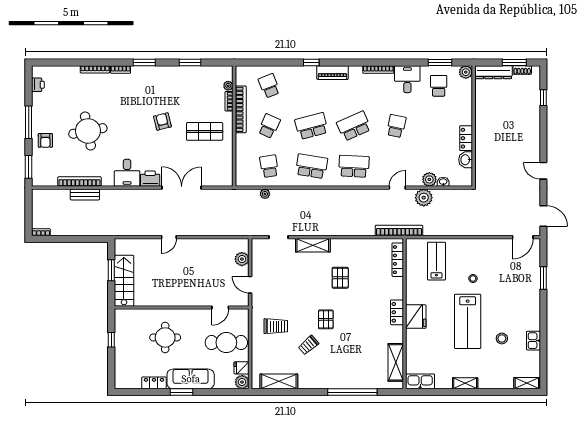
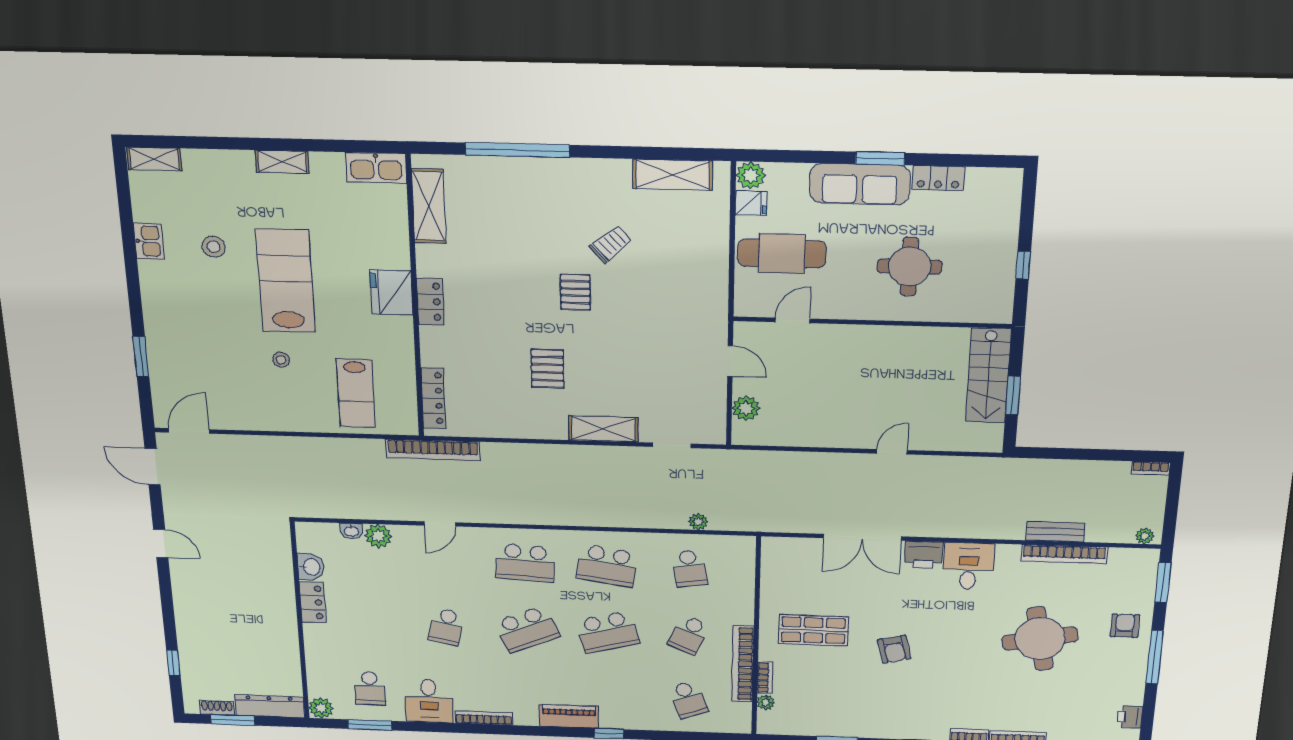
plant: (424, 198) -> (1145, 536), moved, width x0.53, depth x0.53
trolley: (276, 326) -> (678, 282), removed

